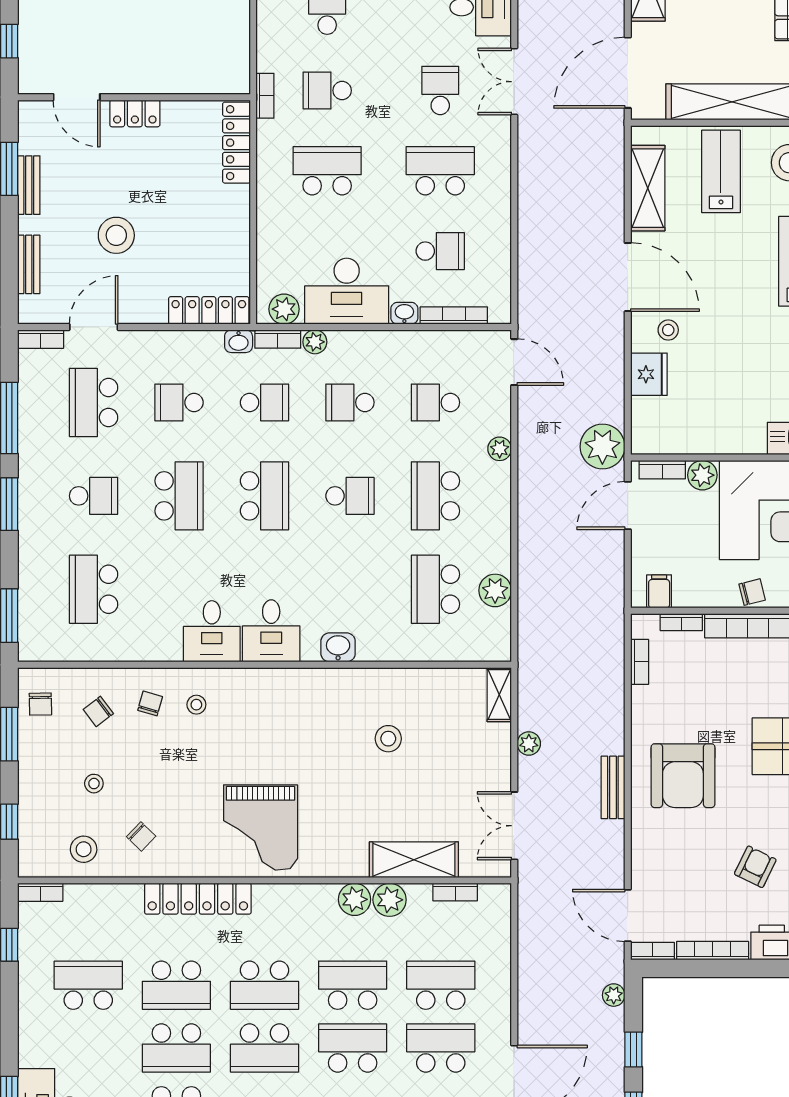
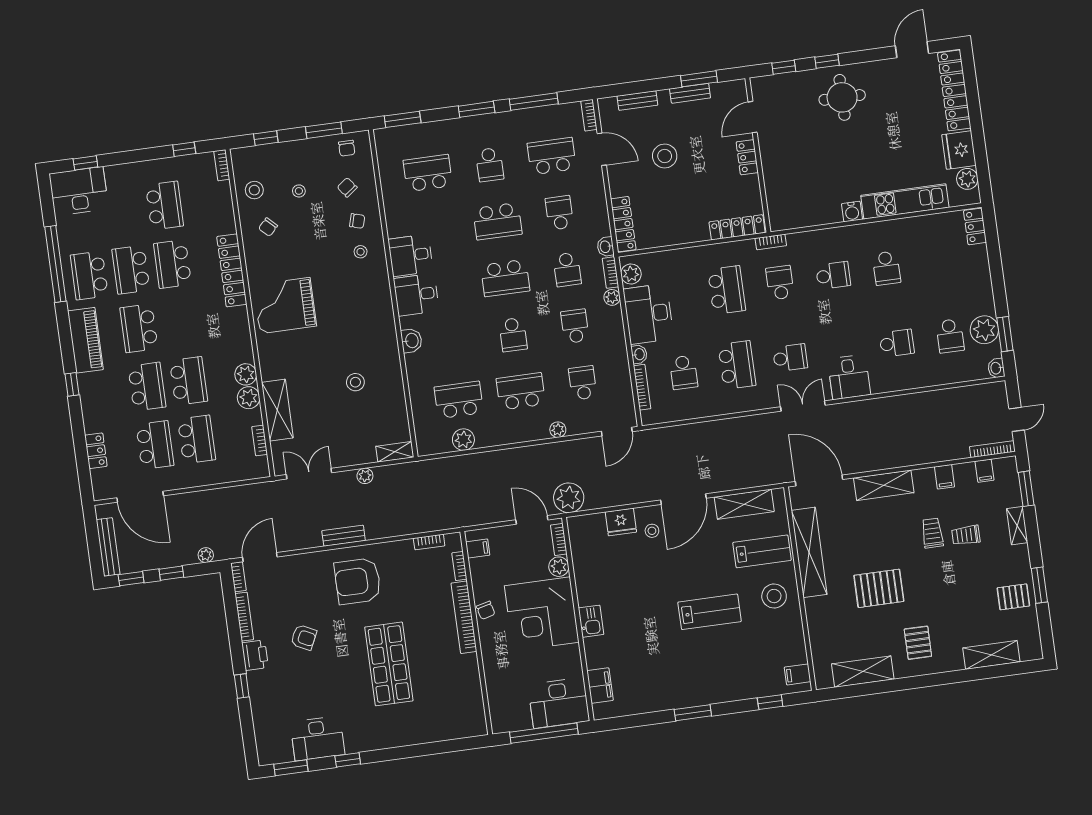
chair: (40, 704) -> (347, 148), turned -89
school desk: (264, 985) -> (181, 322), removed

